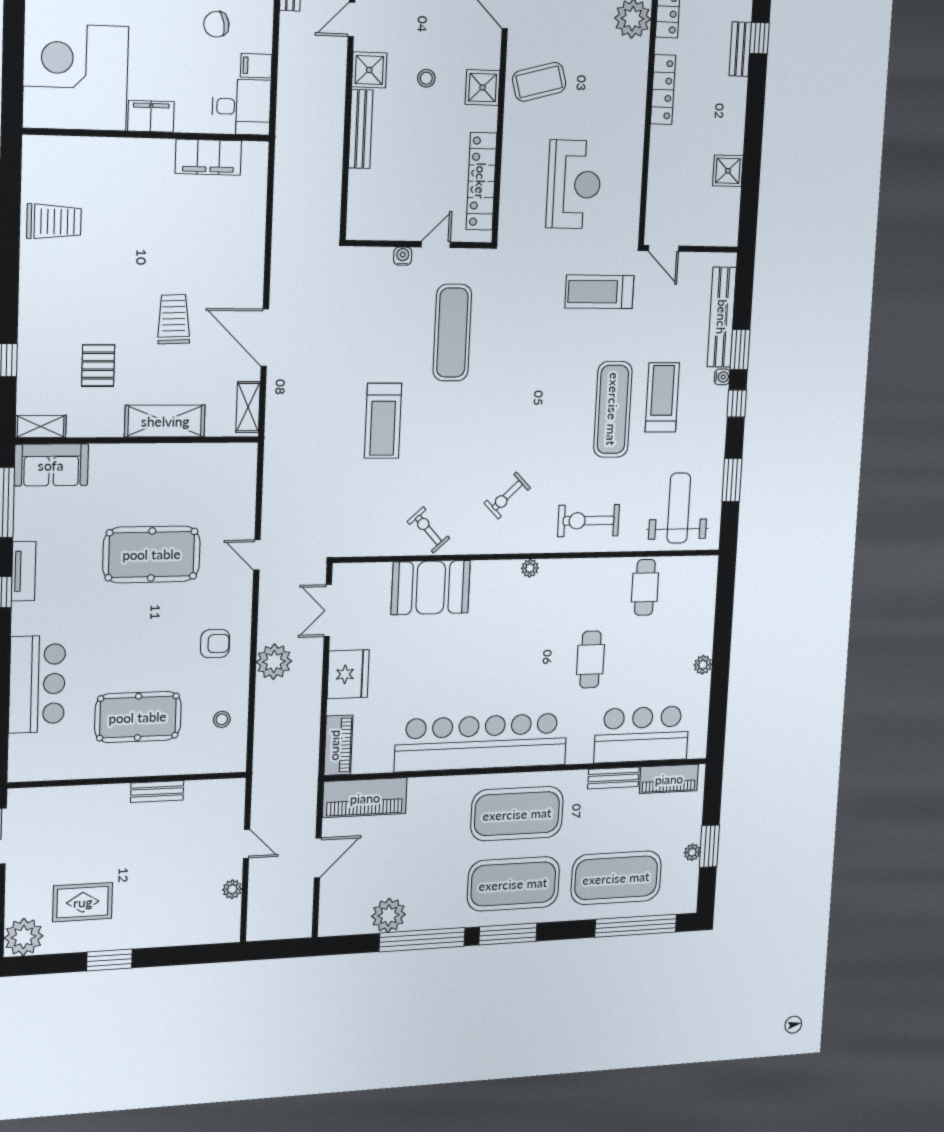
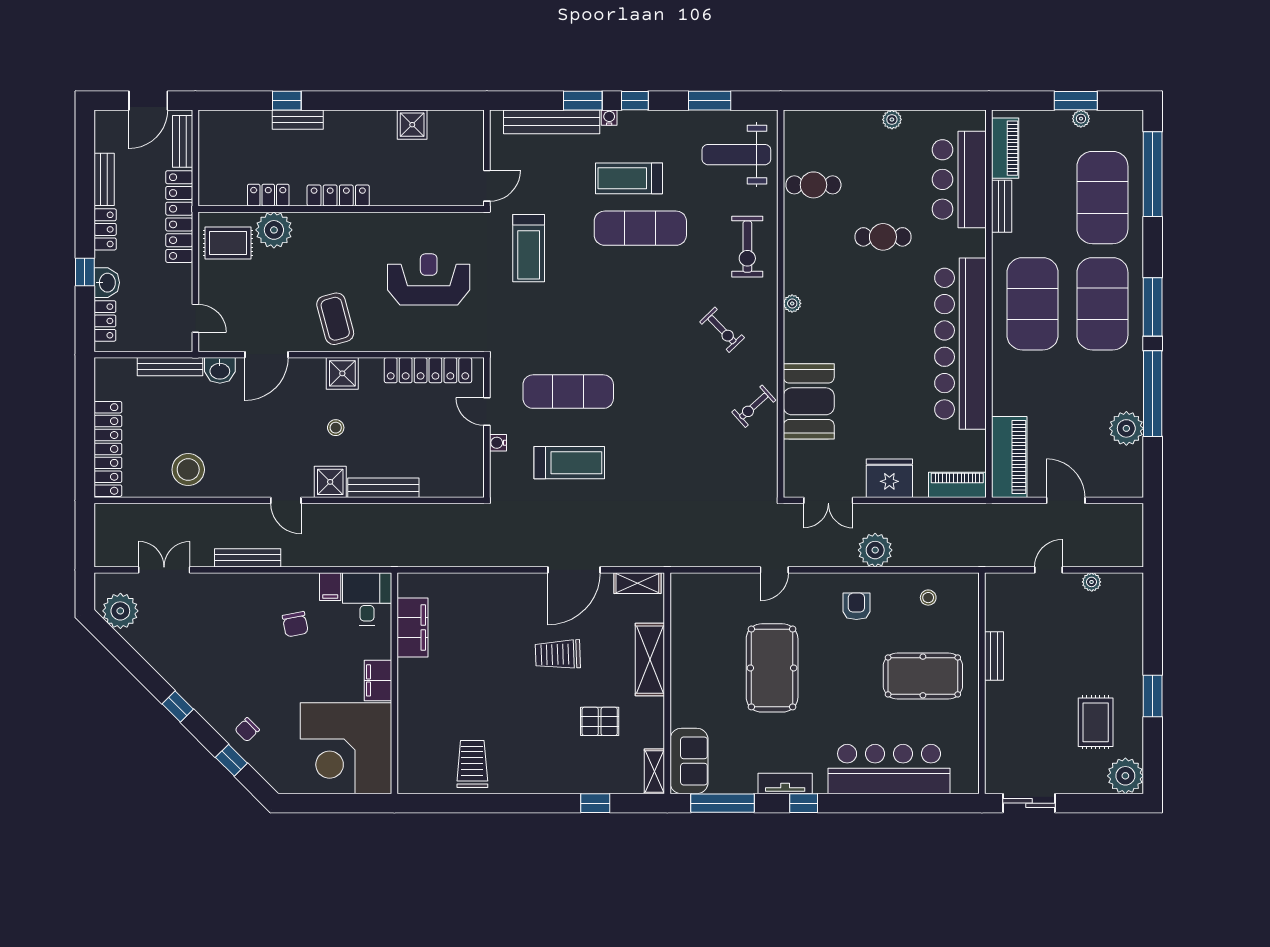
treadmill: (383, 421) -> (569, 463), moved
bar counter: (37, 684) -> (889, 769), width x1.36
pool table: (138, 717) -> (923, 676), turned 90

